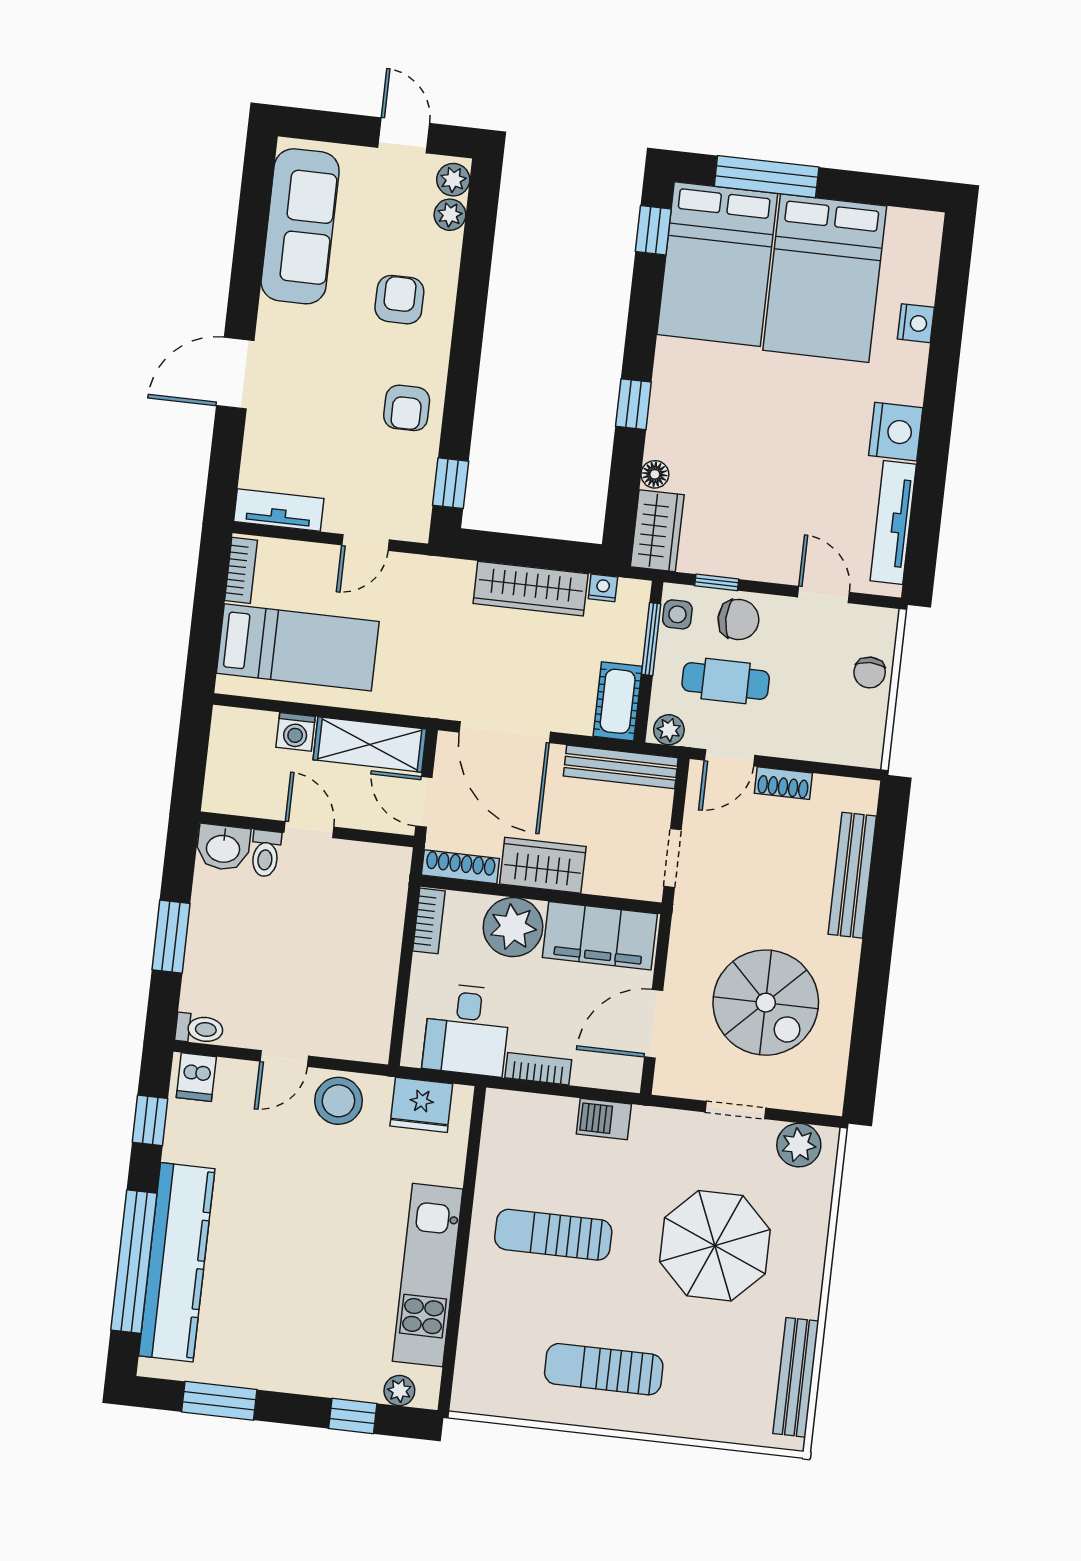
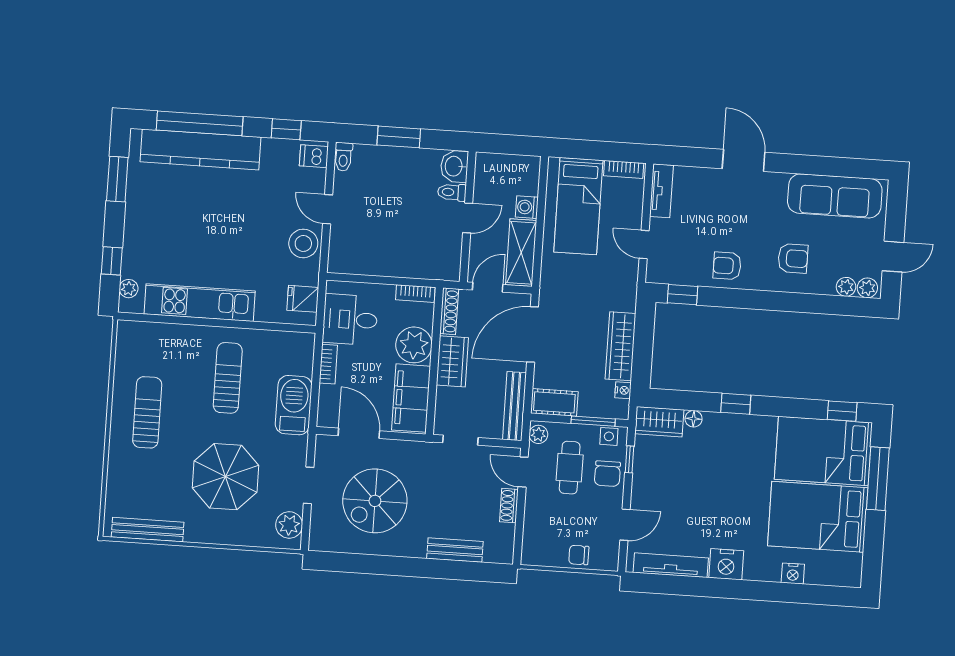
bench: (852, 875) -> (455, 550), width x0.73
fridge: (421, 1105) -> (303, 299), width x0.72
barbecue: (604, 1119) -> (294, 405), width x1.88, depth x1.53

